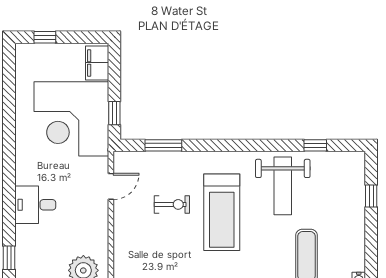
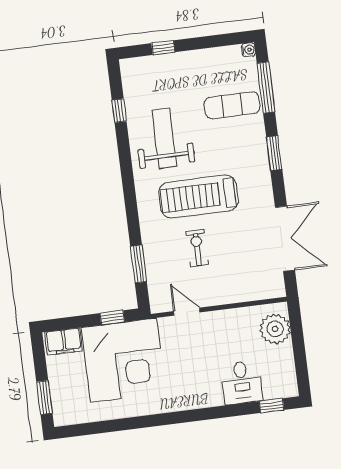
window: (45, 37) -> (44, 398), width x1.50
weight bench: (283, 186) -> (164, 138), turned -90
desk: (35, 205) -> (242, 383), moved
treadmill: (222, 212) -> (199, 196), turned 180

